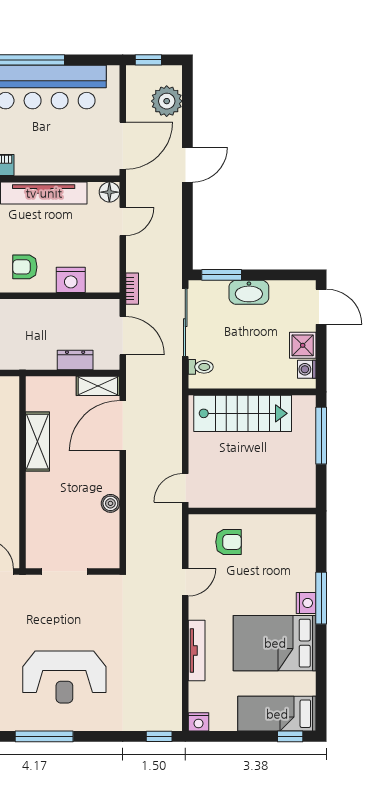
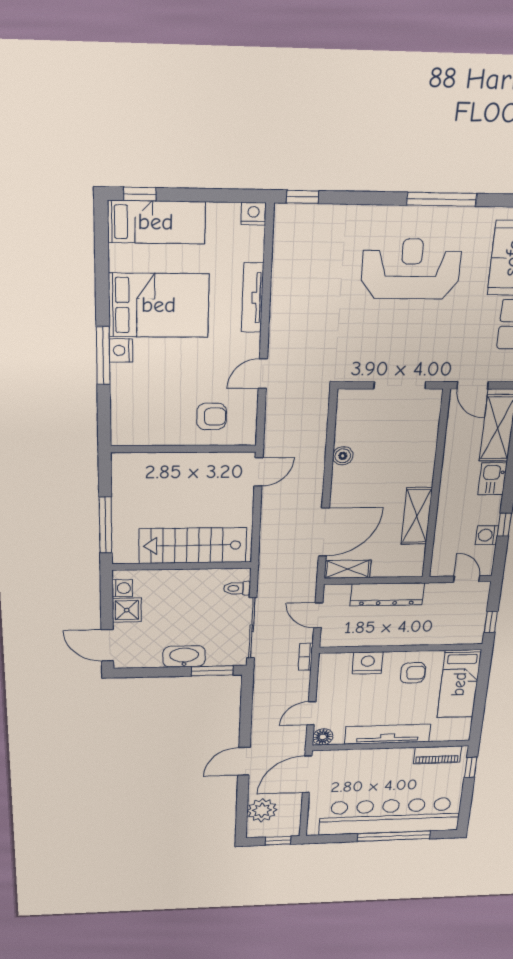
door: (123, 336) -> (318, 615), width x0.73
dresser: (75, 360) -> (387, 594), width x1.96, depth x1.24
armchair: (228, 542) -> (211, 417), turned 180

